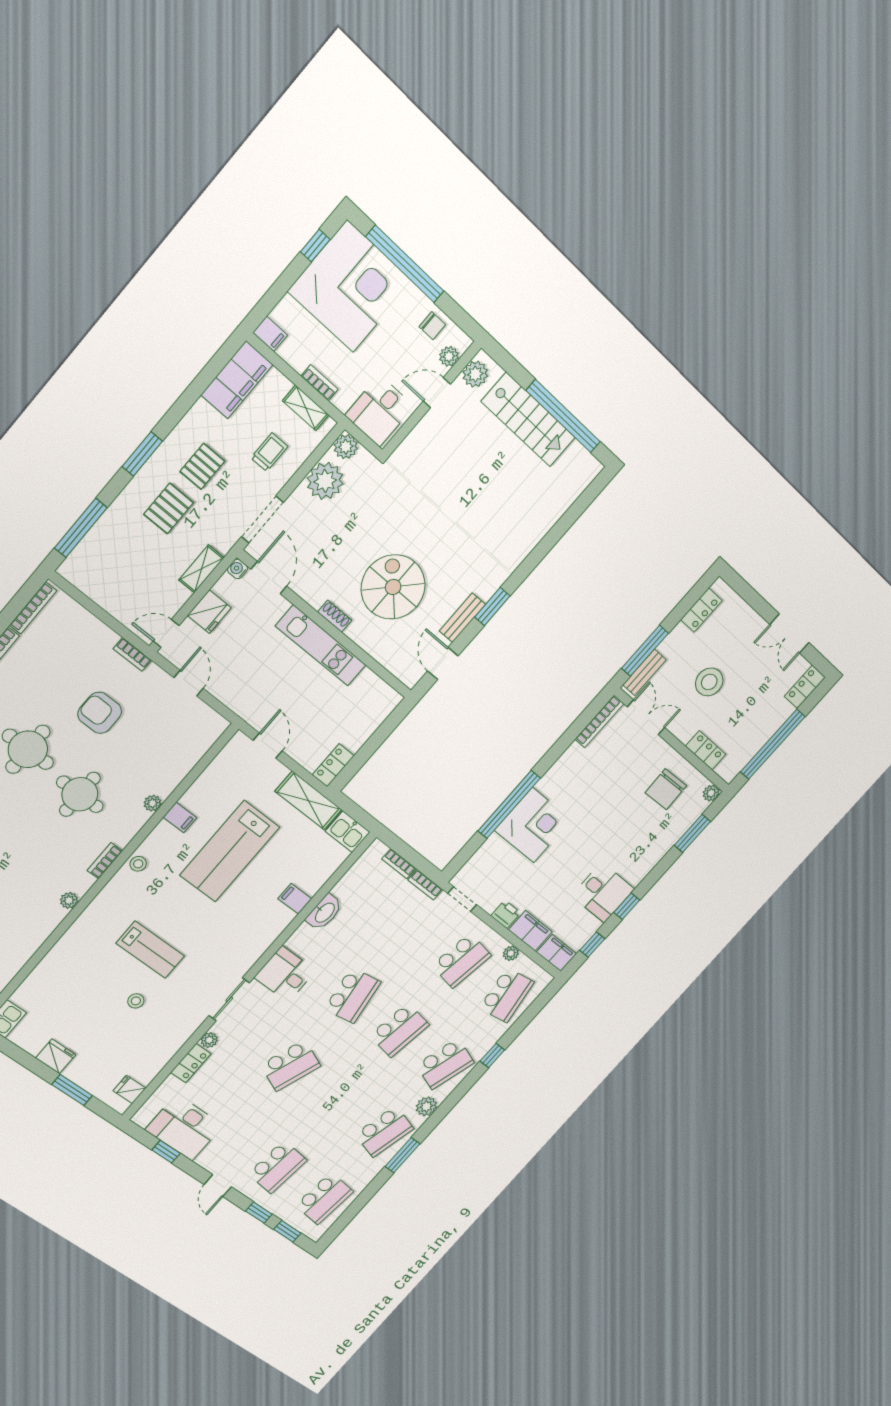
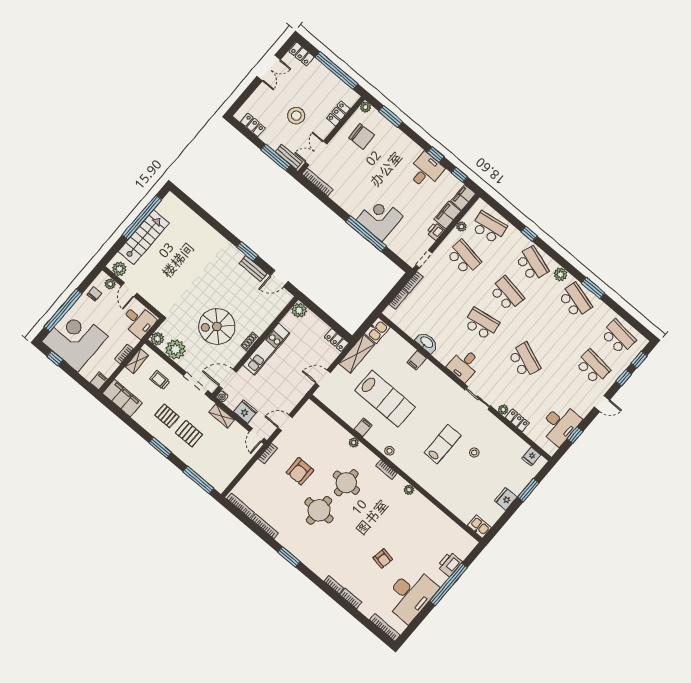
spiral stairs: (393, 587) -> (217, 327), moved
plant: (387, 700) -> (299, 310), added

